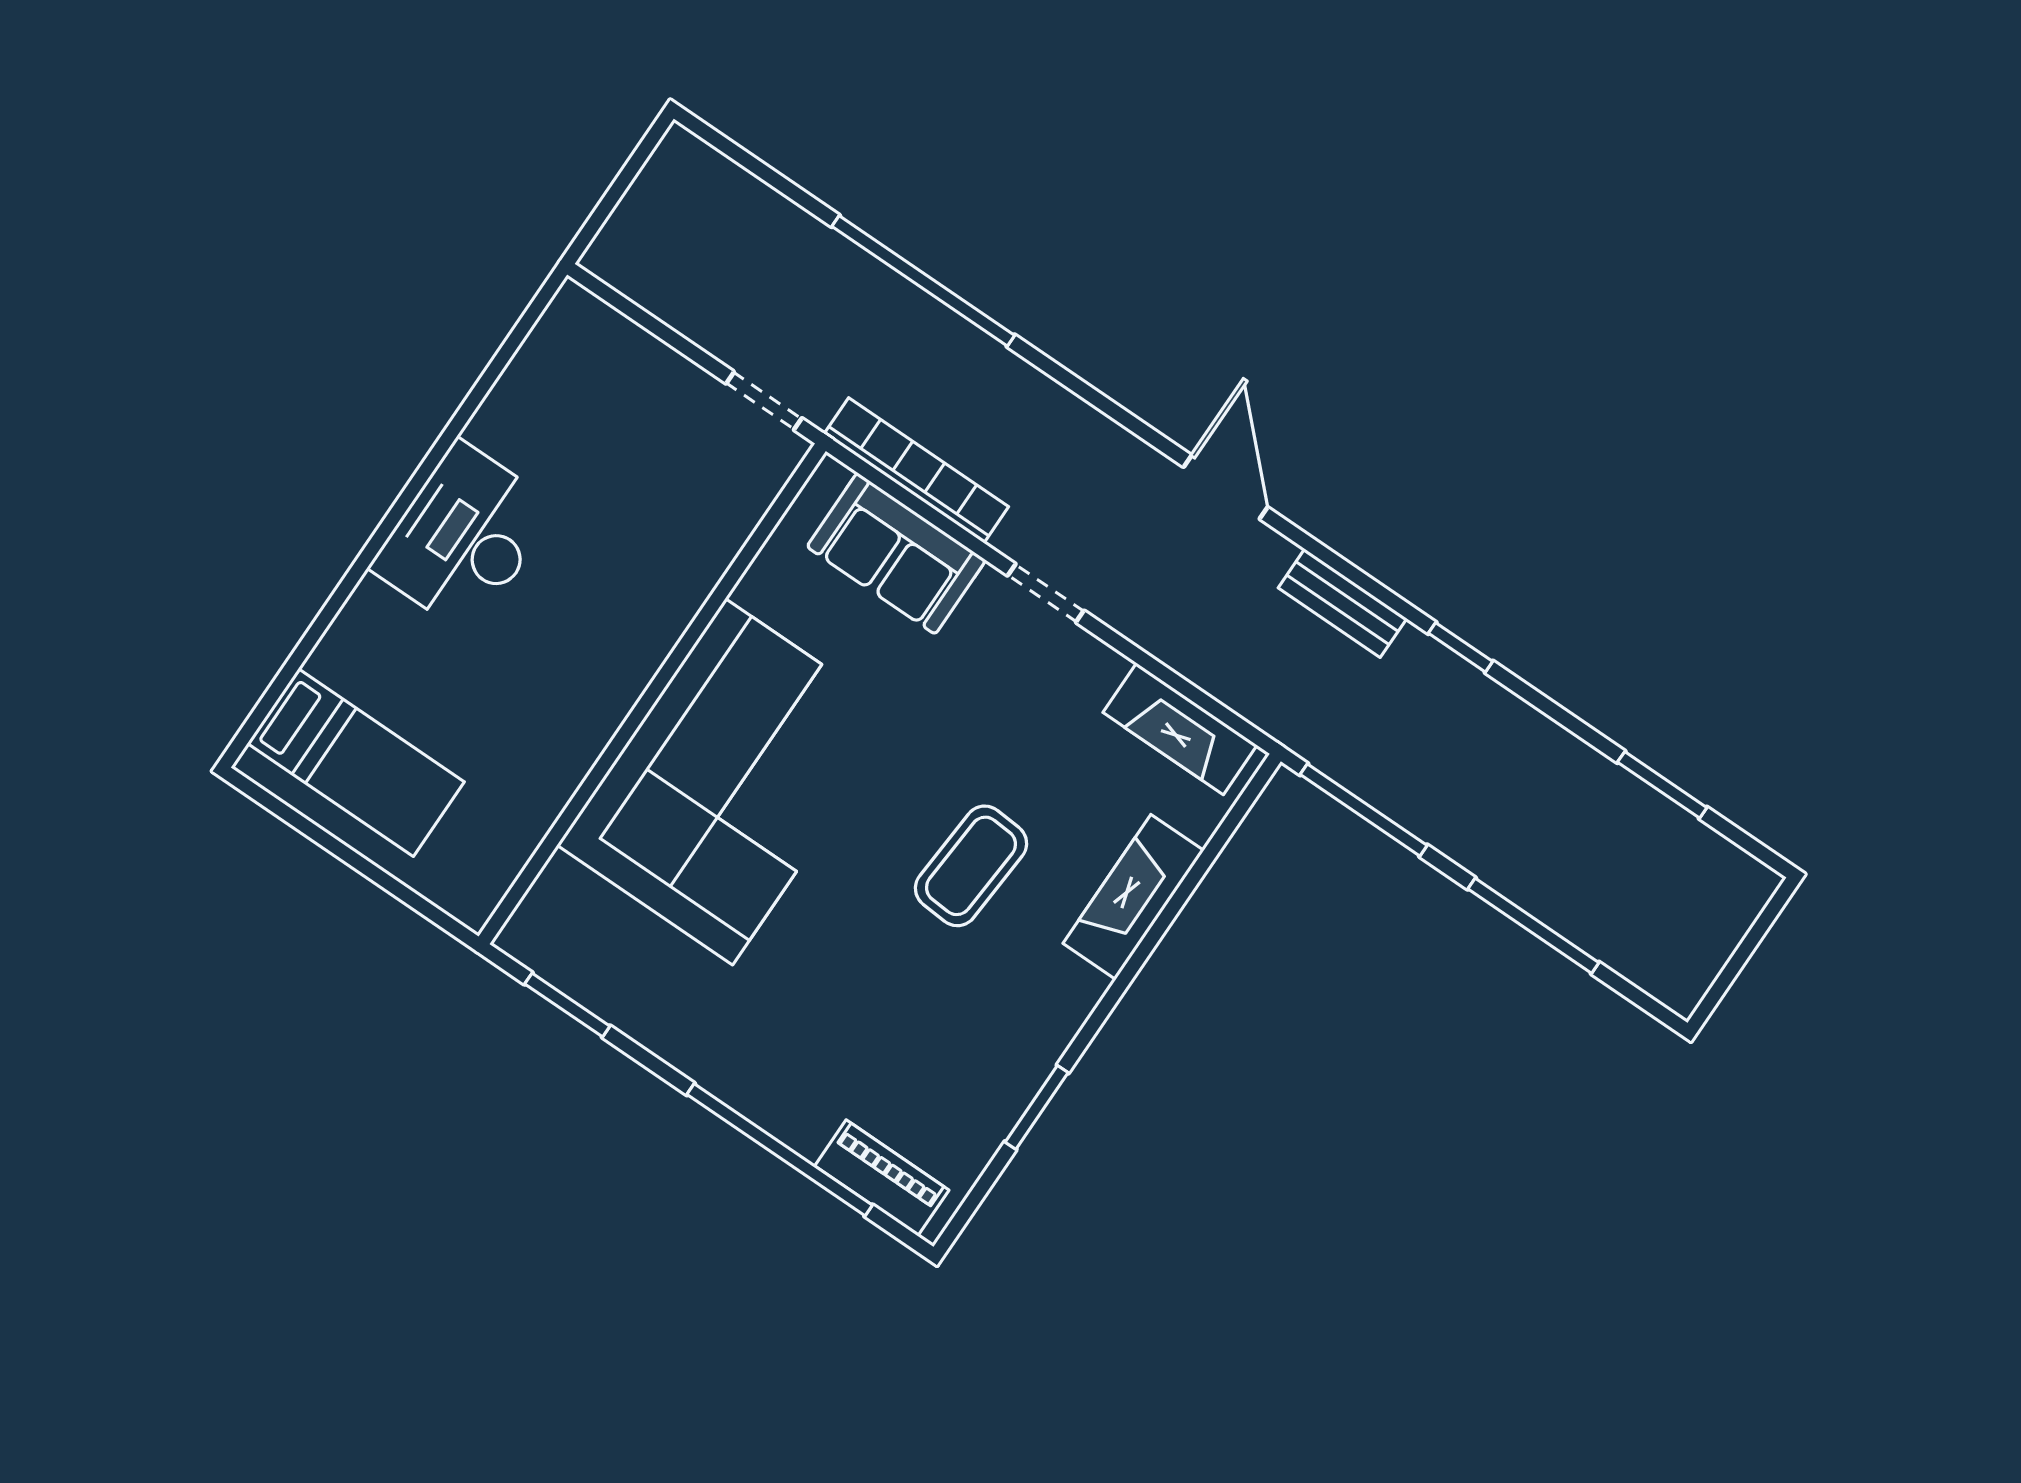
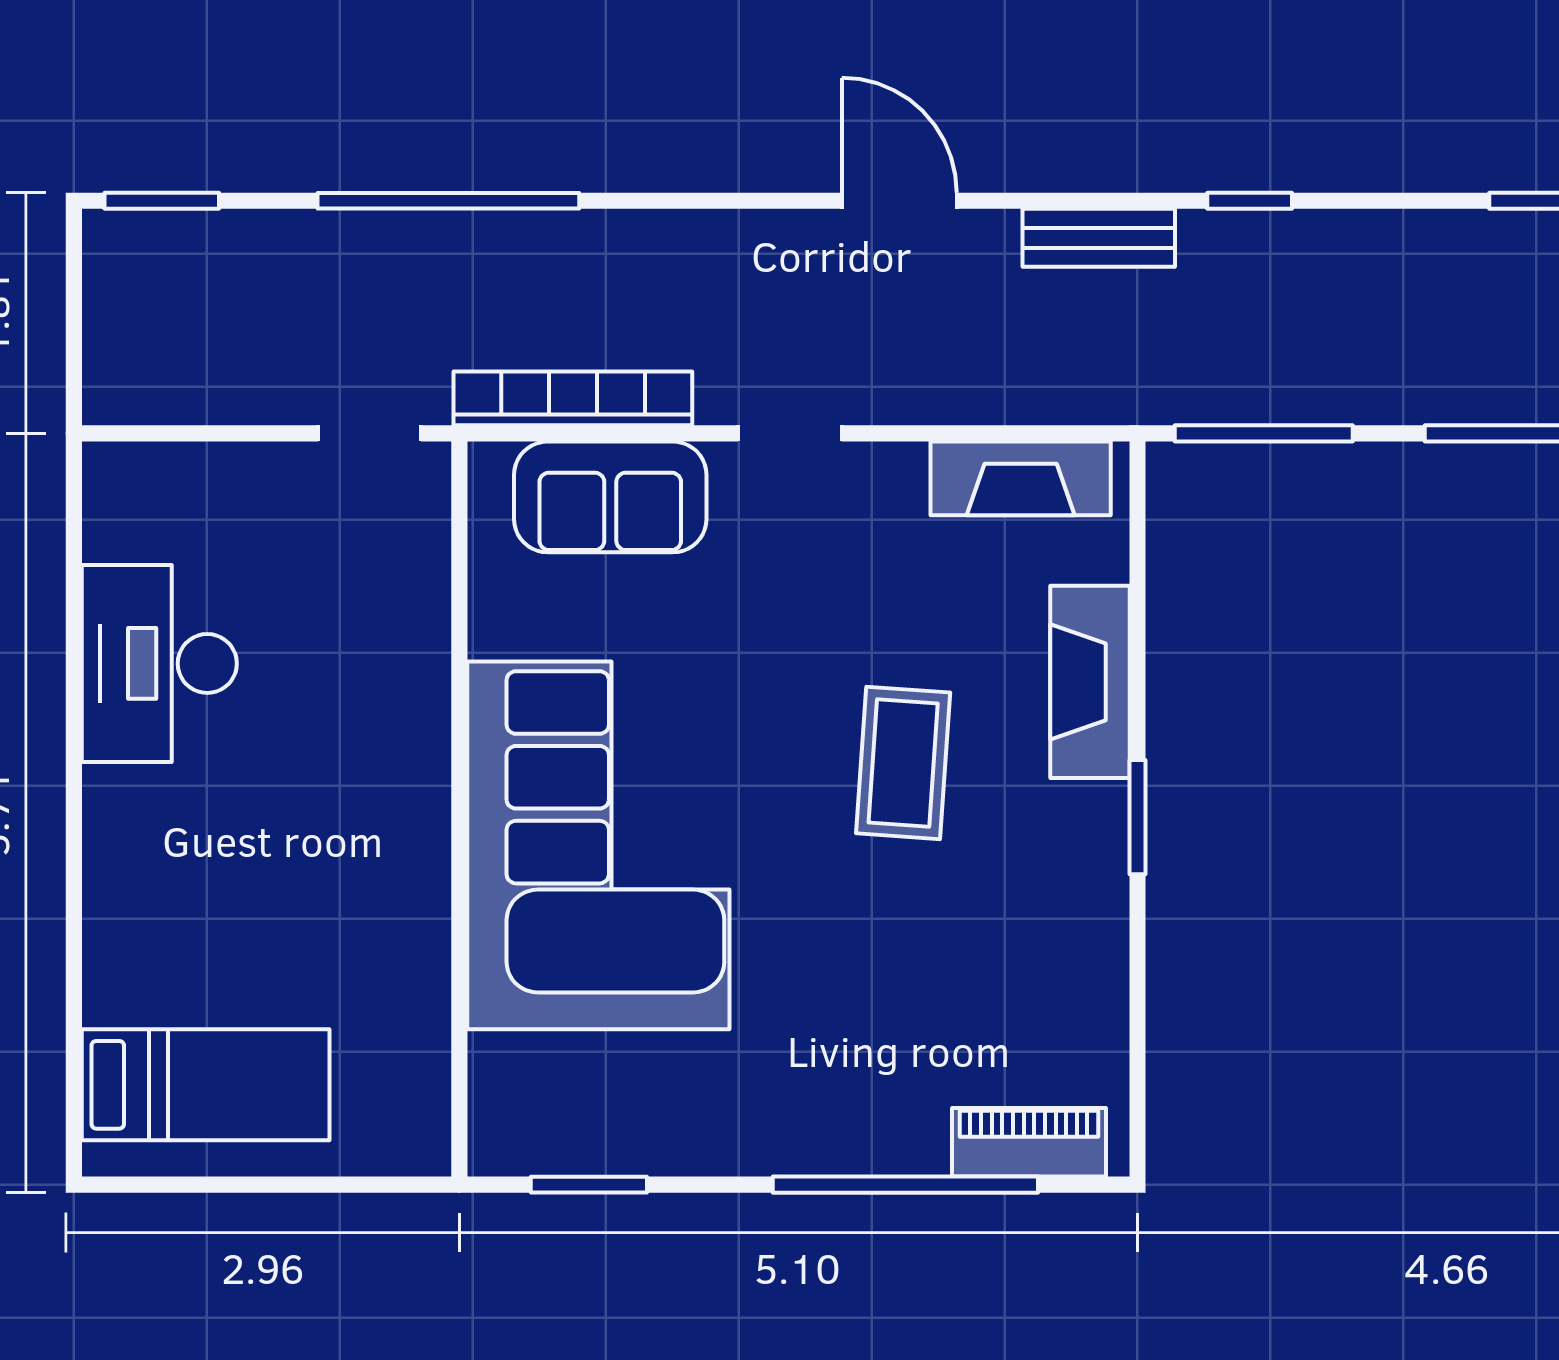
window: (731, 150) -> (162, 201), added
desk: (464, 538) -> (159, 663), moved
window: (1037, 1107) -> (1137, 817), moved

